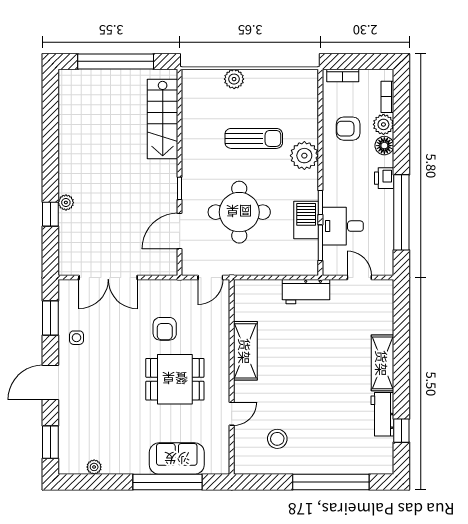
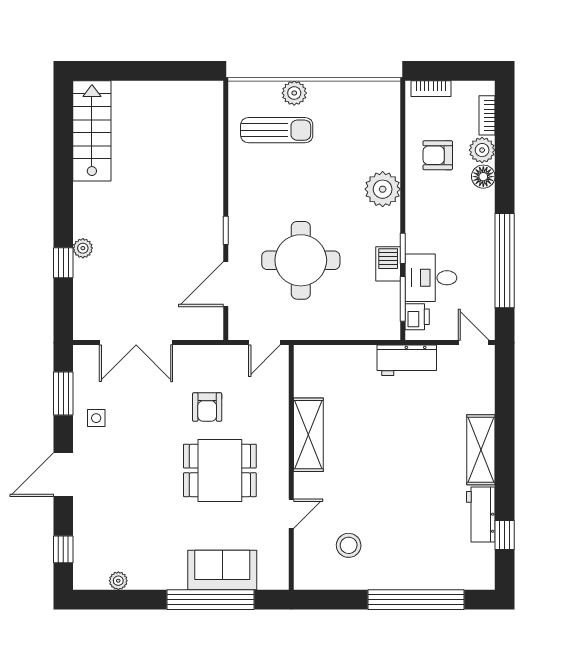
window: (116, 61) -> (145, 71), removed
stairs: (163, 119) -> (92, 131), moved, turned 180
sun lounger: (254, 138) -> (277, 130), moved
printer: (384, 178) -> (417, 317), moved, turned 180
barbecue: (306, 220) -> (388, 264), width x0.73, depth x0.79
door: (359, 278) -> (474, 343), moved
workbench: (306, 292) -> (407, 360), moved
window: (50, 442) -> (63, 549), width x0.67

